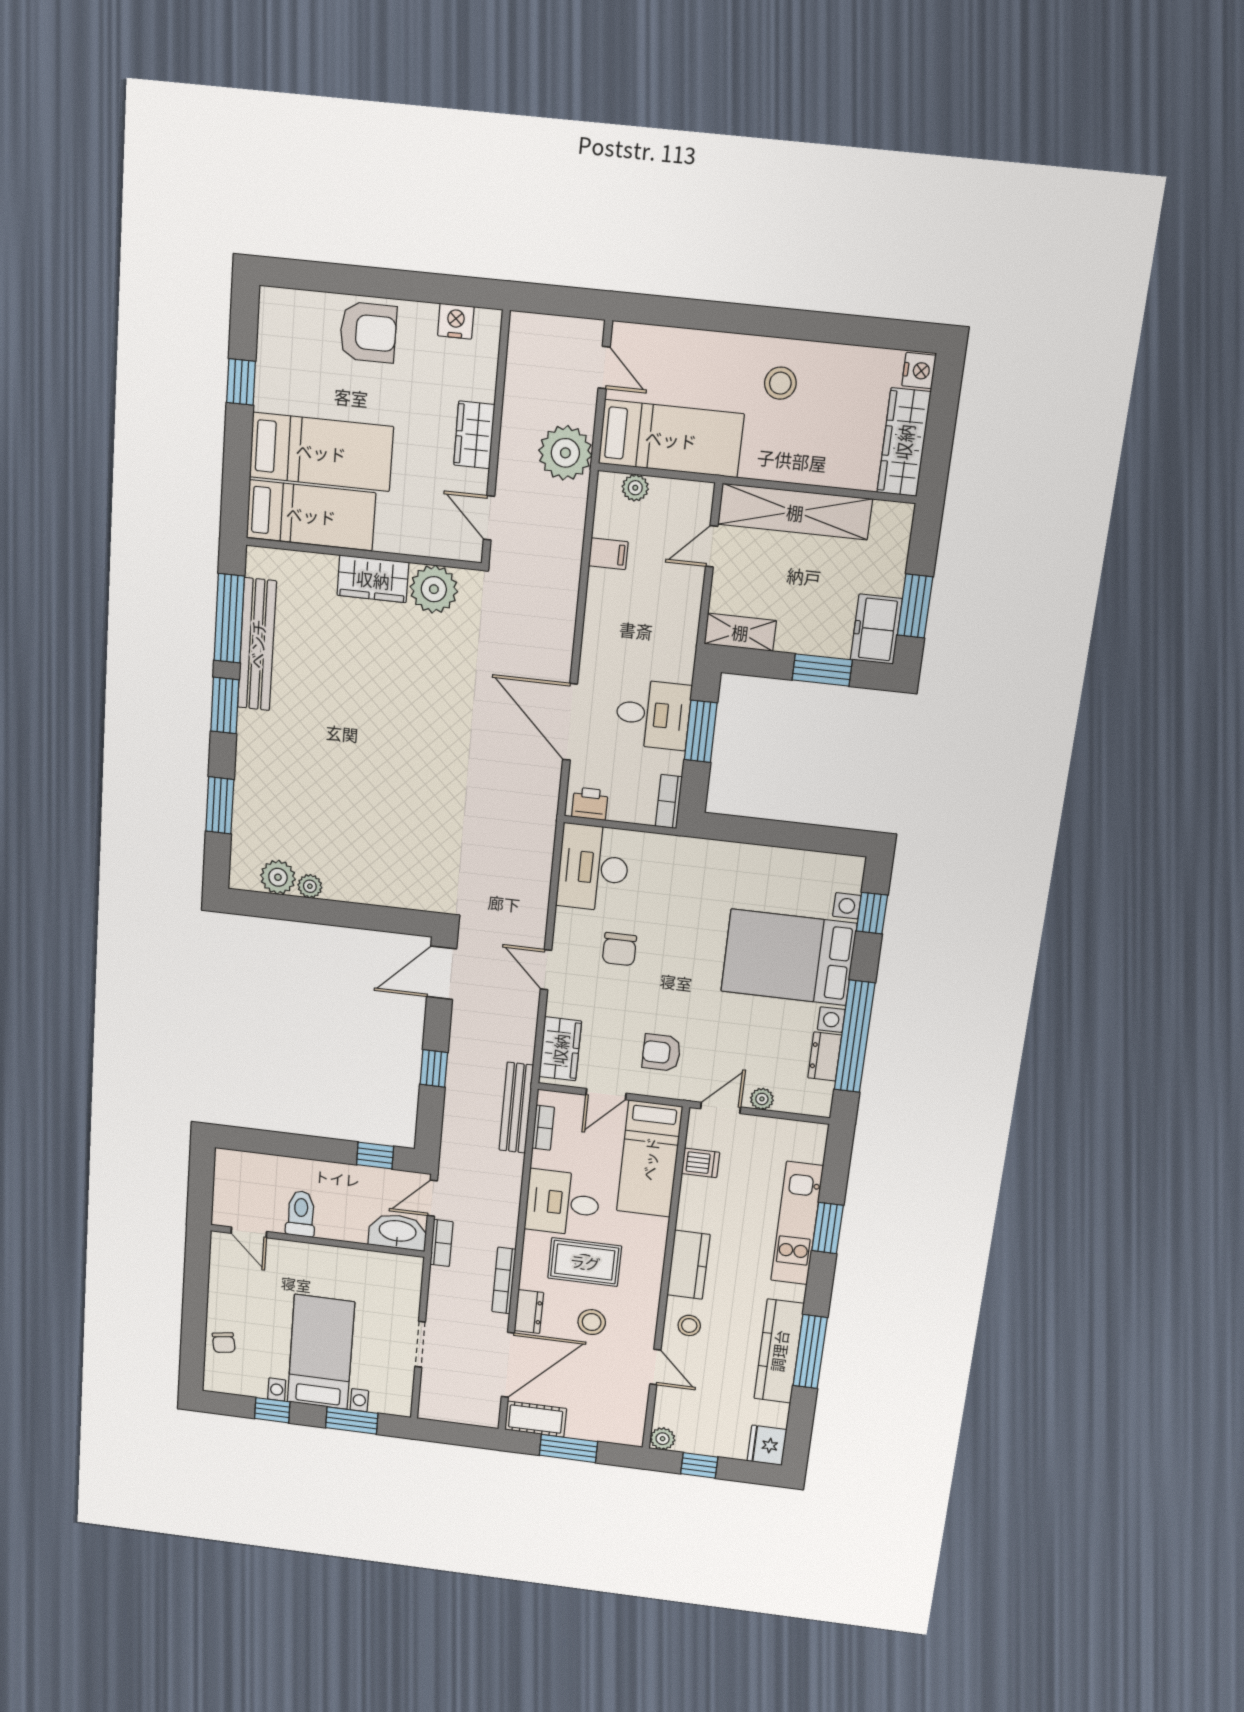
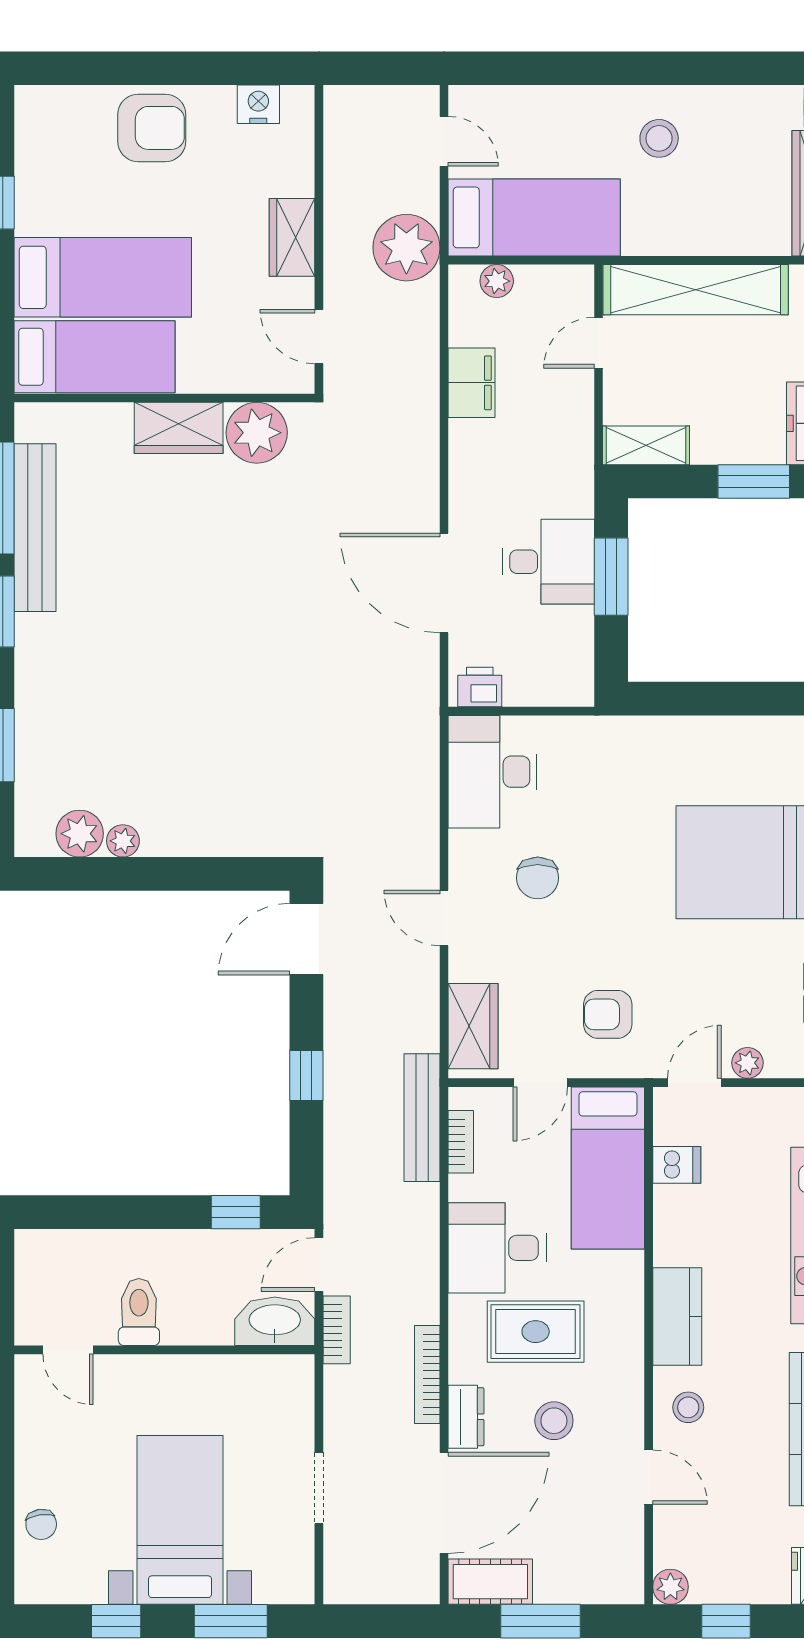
filing cabinet: (608, 554) -> (472, 383), width x2.00
bookcase: (669, 802) -> (581, 672), removed

